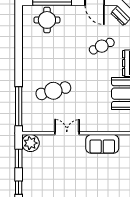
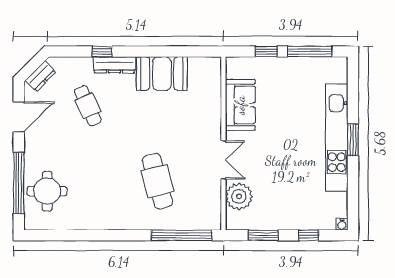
double door: (67, 133) -> (223, 160), swing flipped
plant: (30, 143) -> (239, 196), moved

